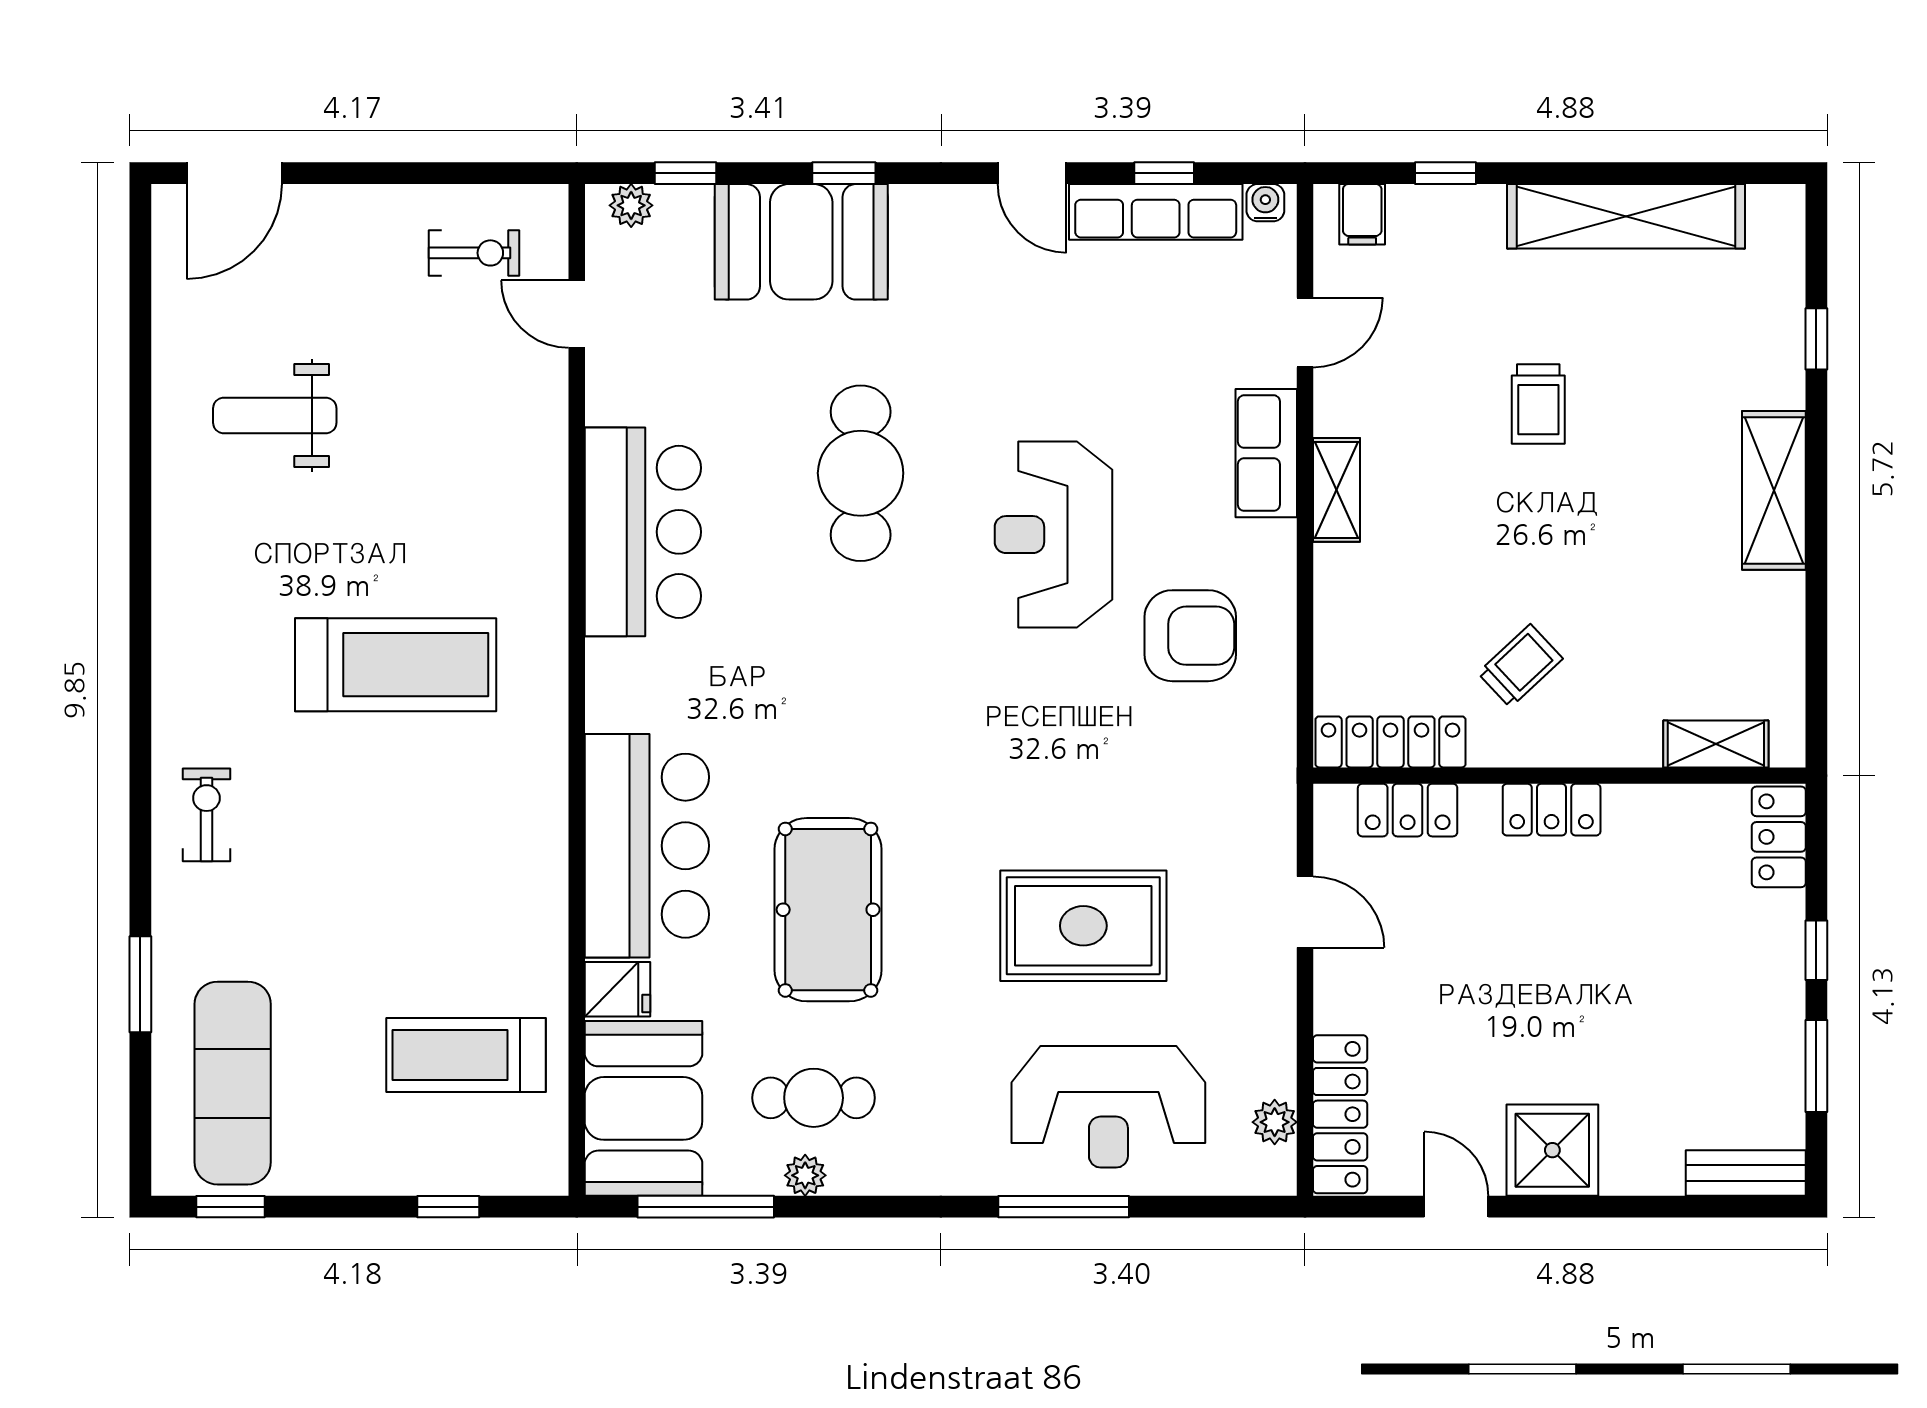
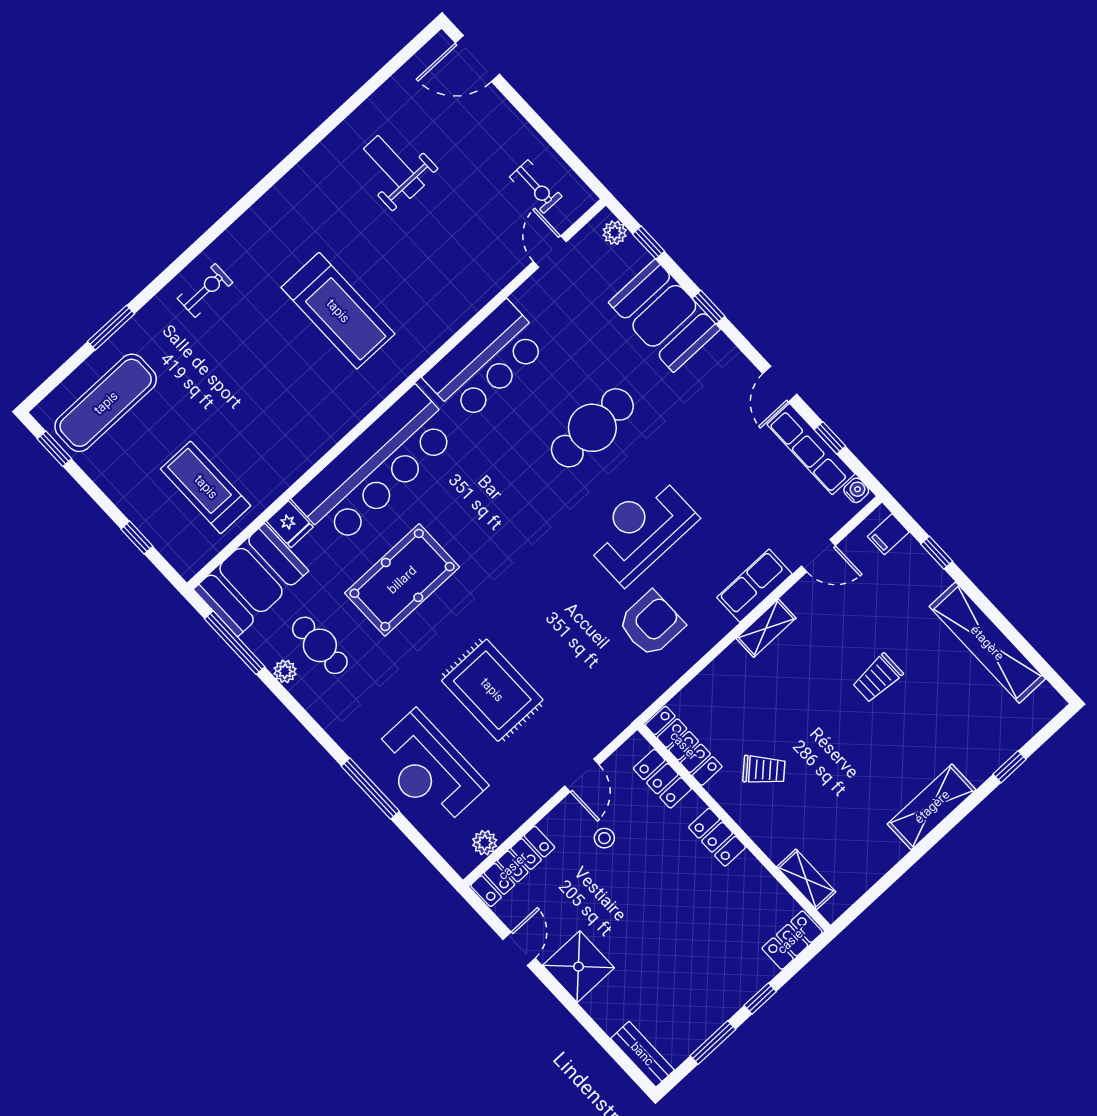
armchair: (1190, 636) -> (651, 624), turned -90
bar counter: (647, 846) -> (376, 466), width x1.36
stool: (1415, 959) -> (604, 838), added

